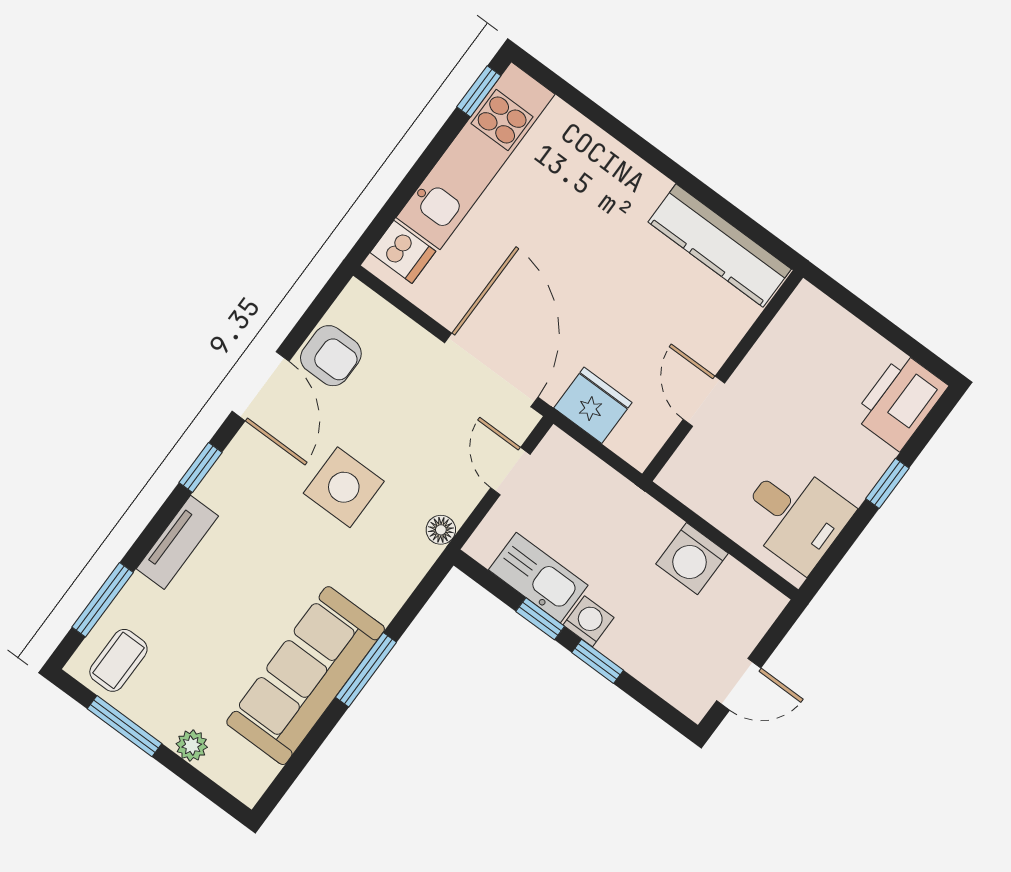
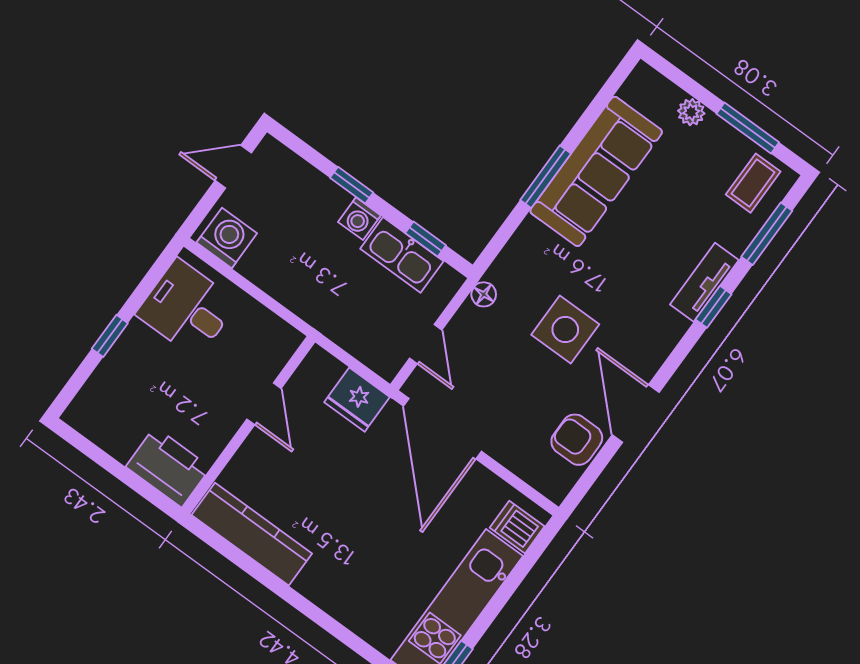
printer: (900, 401) -> (168, 467), moved, turned -90
window: (200, 468) -> (713, 307), moved
washing machine: (692, 559) -> (227, 238), moved
window: (540, 619) -> (426, 239), moved

